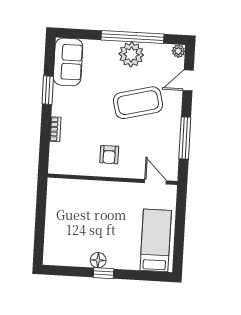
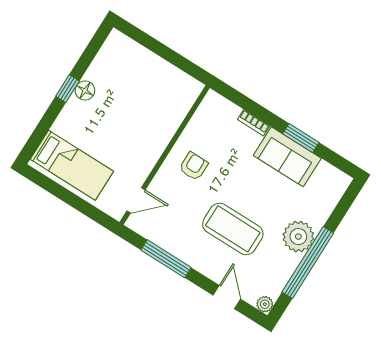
plant: (131, 54) -> (298, 237), moved
sofa: (68, 62) -> (287, 157), moved
coffee table: (138, 103) -> (233, 229), turned -76
armchair: (109, 155) -> (194, 166), turned 90

